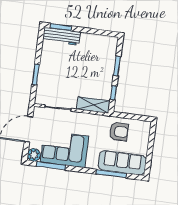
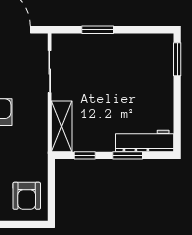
workbench: (62, 36) -> (145, 141), moved, turned 90
armchair: (119, 132) -> (27, 196), moved

